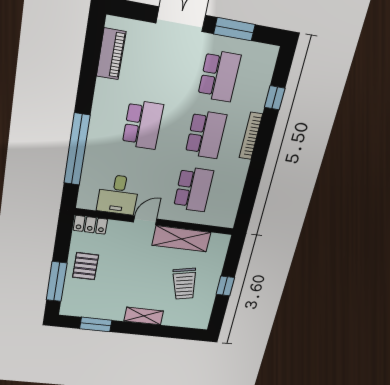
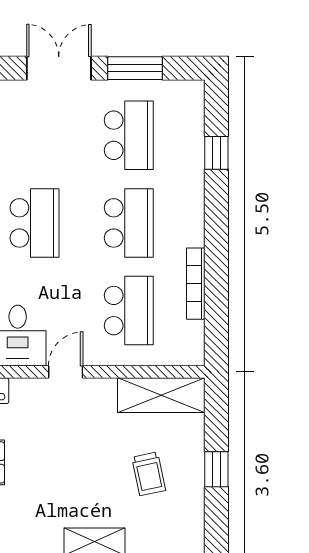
bookcase: (251, 136) -> (196, 284), moved
shelving: (181, 239) -> (161, 395), moved
trolley: (184, 284) -> (149, 474), width x0.73, depth x0.72

